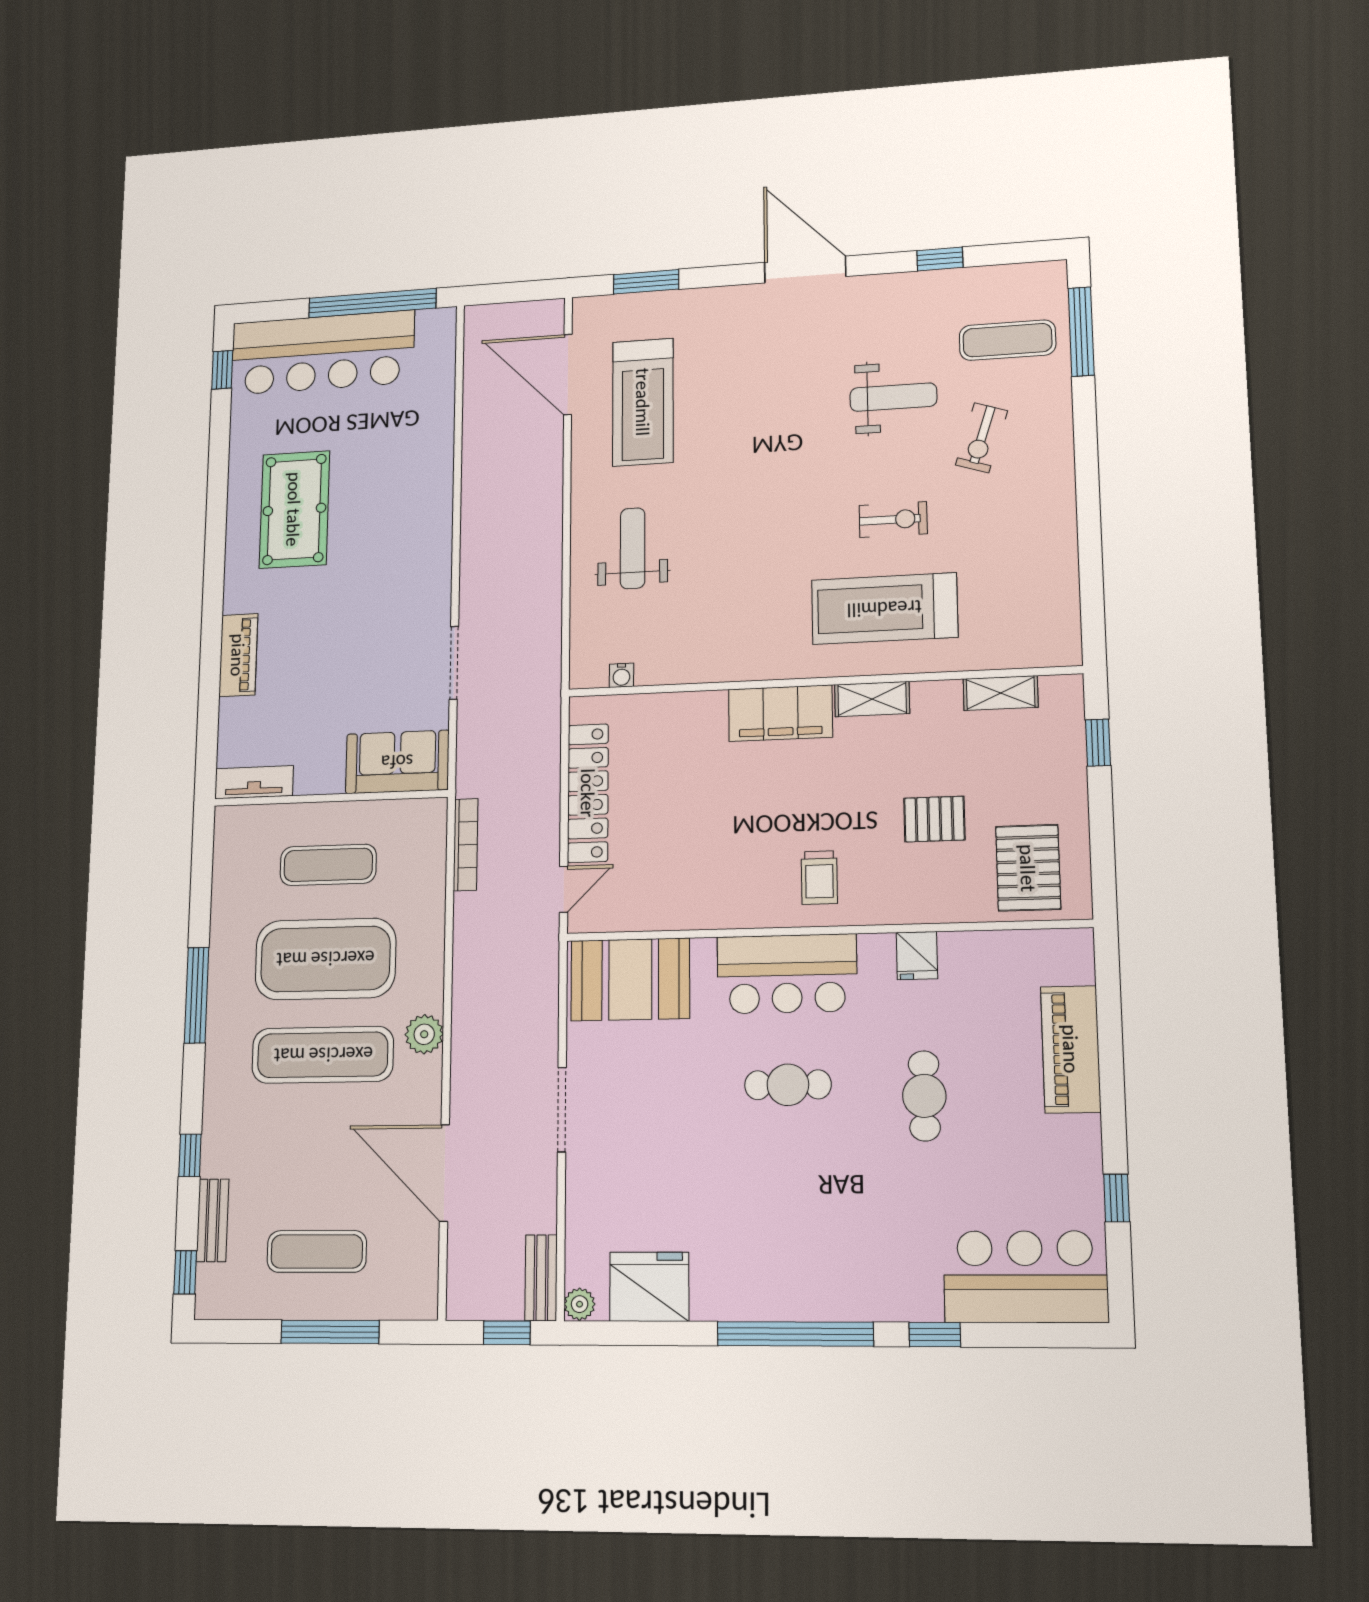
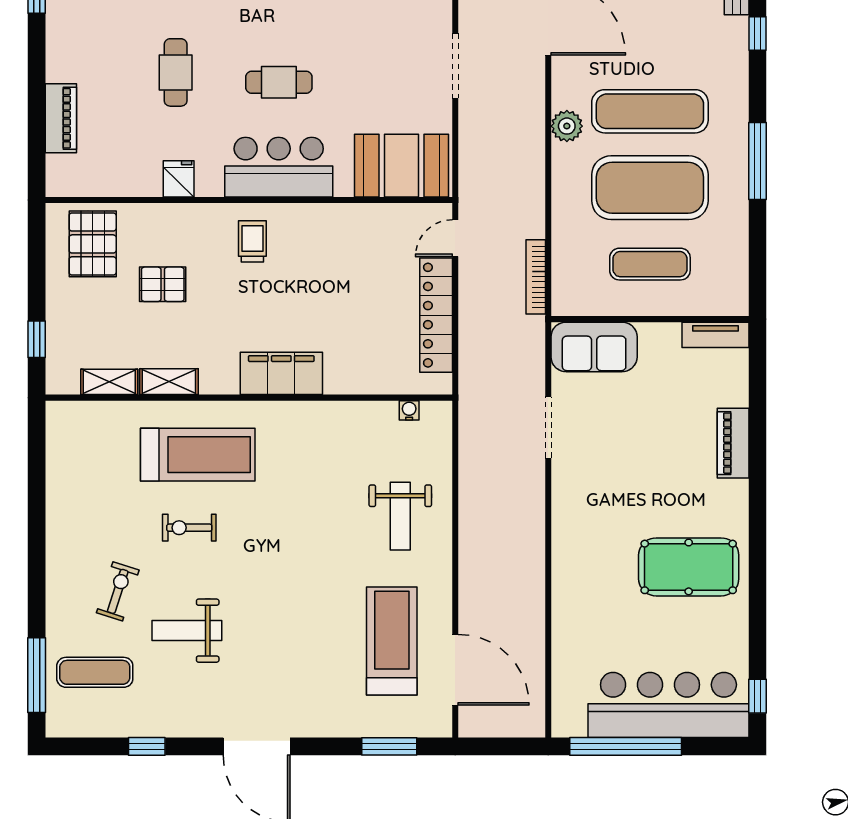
pool table: (294, 509) -> (689, 567), turned 90
shelving: (872, 699) -> (169, 382), moved
piano: (1071, 1049) -> (61, 118), width x0.73, depth x0.75

